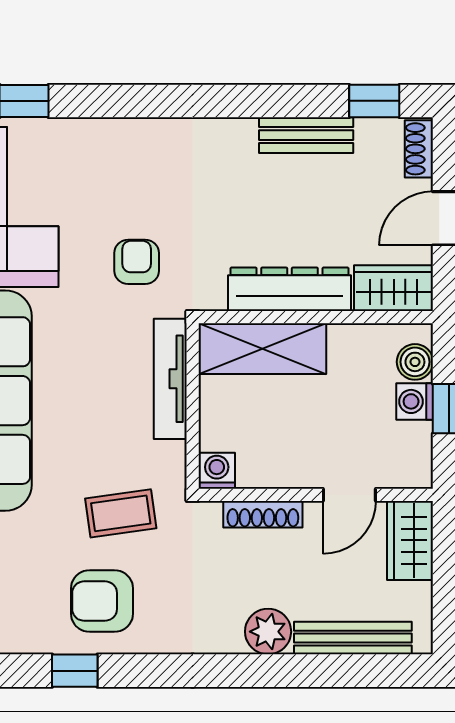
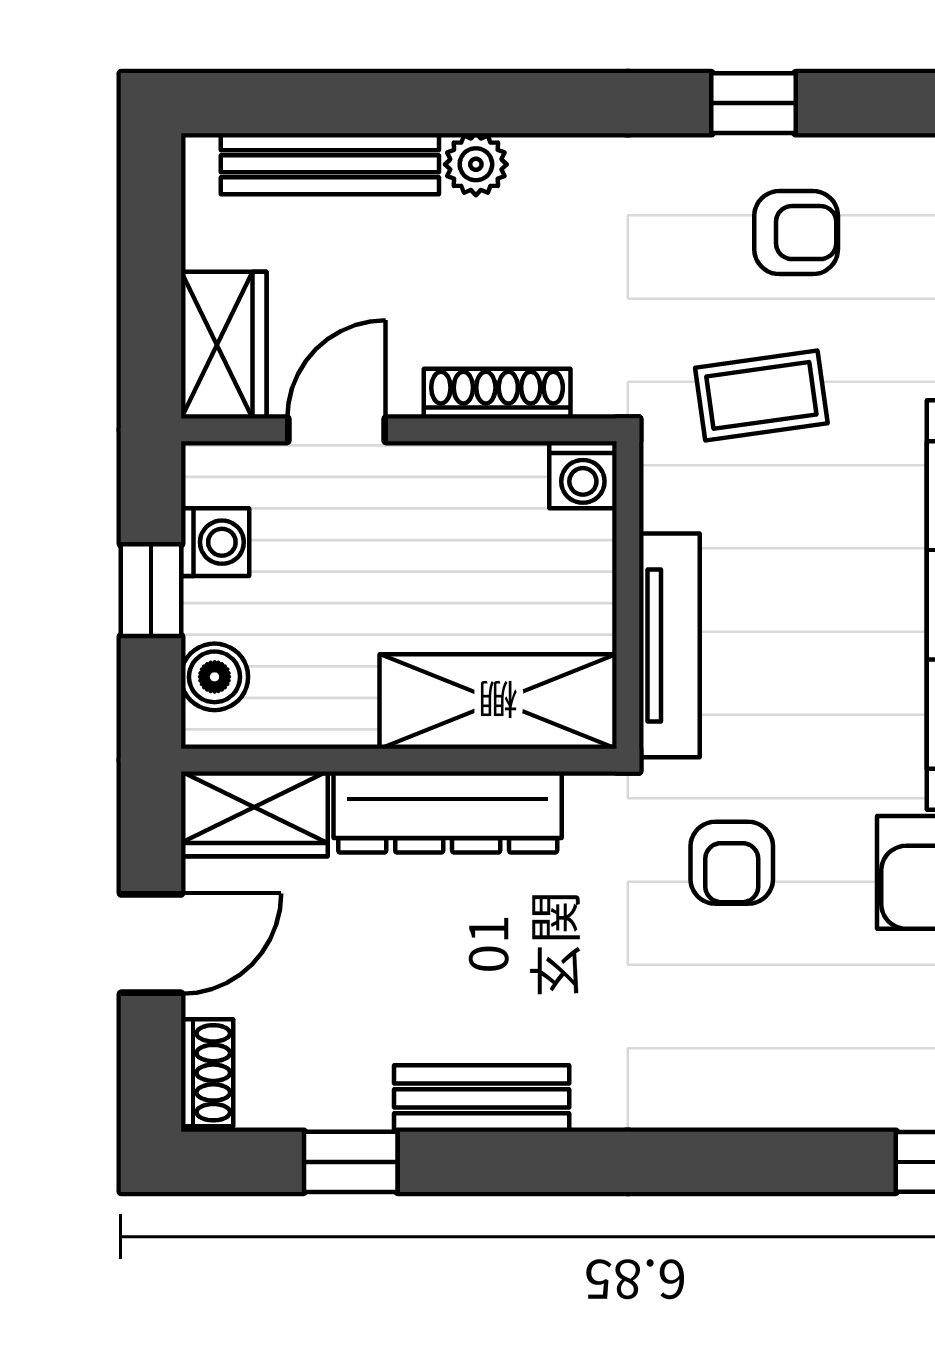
window: (374, 101) -> (351, 1162), moved
bench: (306, 135) -> (482, 1098), moved
washing machine: (415, 401) -> (215, 542), moved
armchair: (102, 601) -> (796, 233), width x0.72, depth x0.72
plant: (268, 632) -> (476, 164), width x0.73, depth x0.73
window: (75, 671) -> (754, 103), moved

